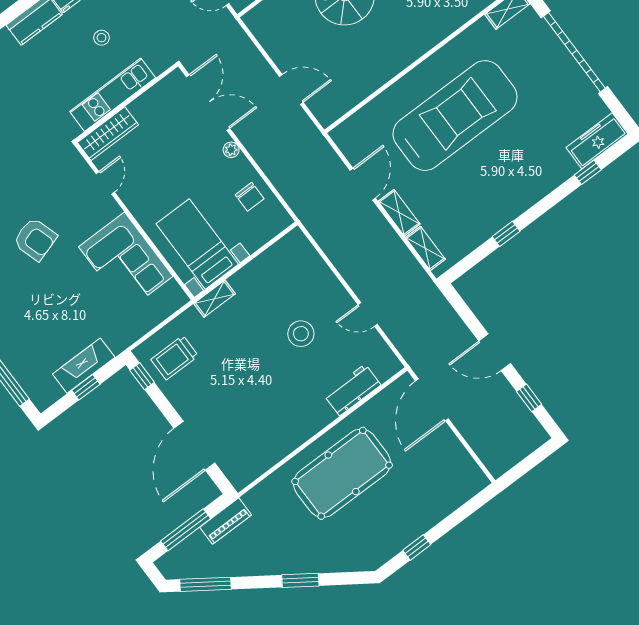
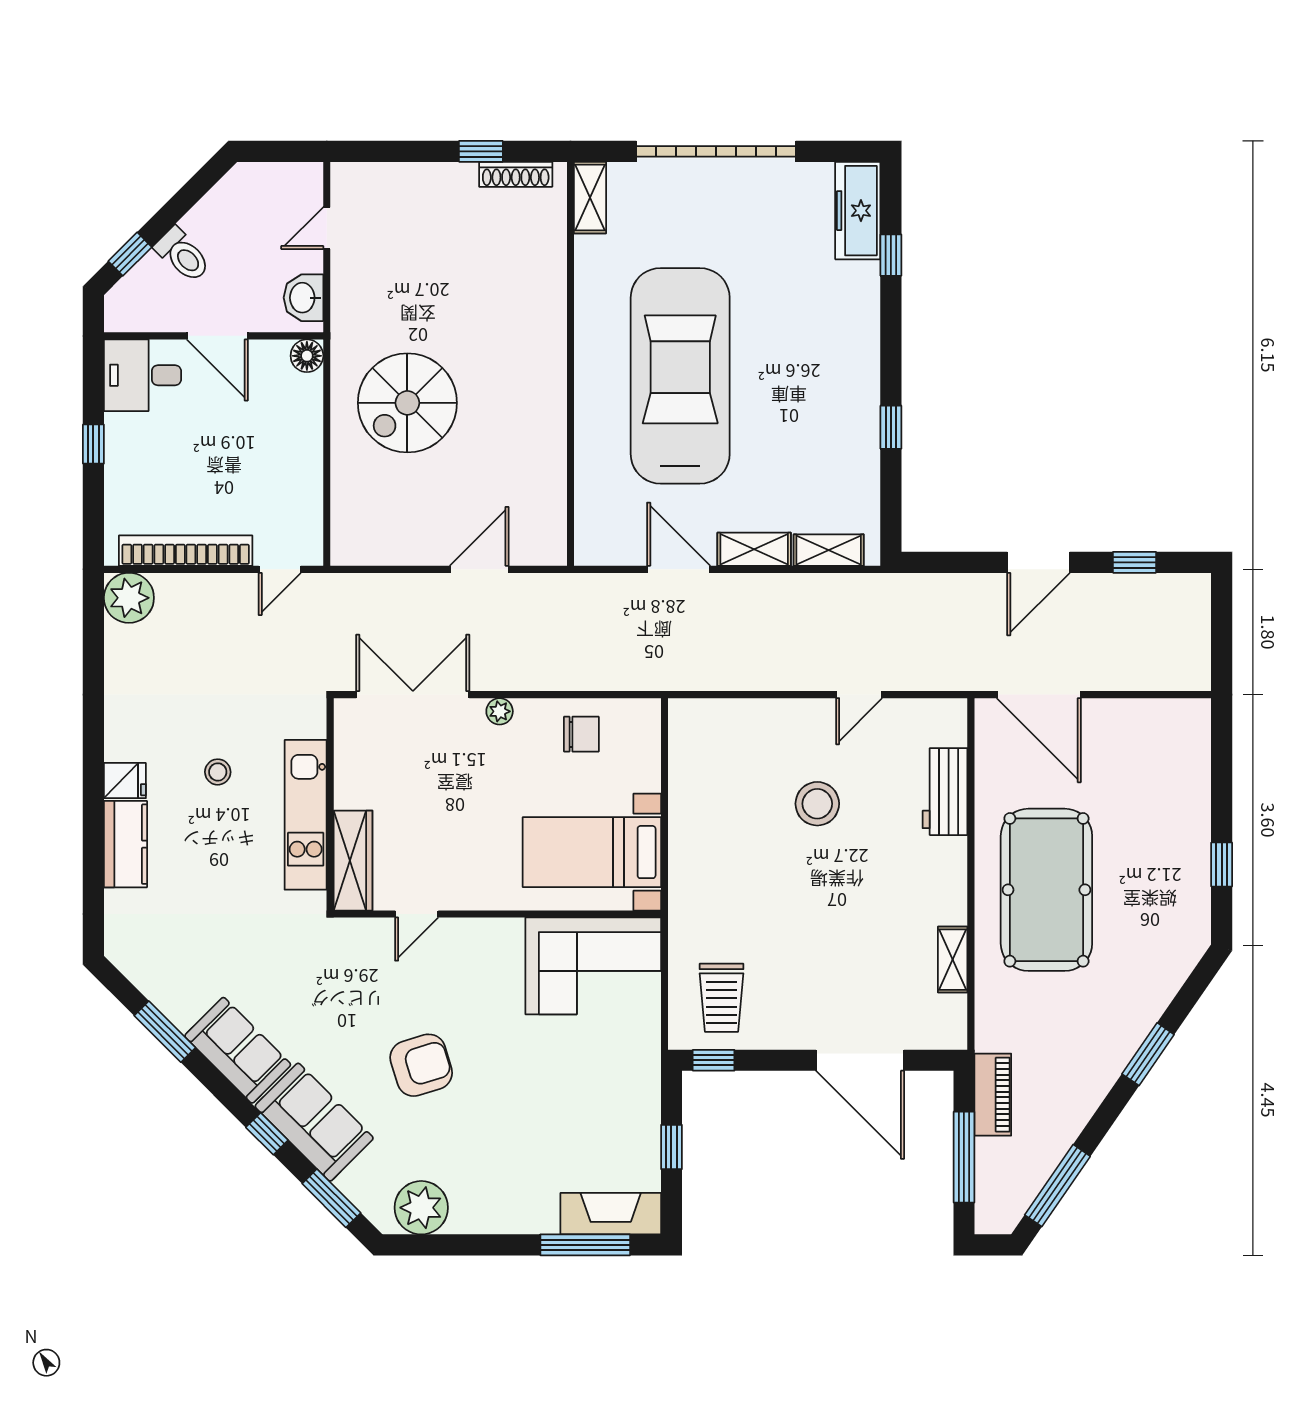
door: (105, 183) -> (417, 914), swing flipped
corner sofa: (126, 261) -> (593, 966), moved
shelving: (215, 299) -> (953, 960), moved
fireplace: (84, 366) -> (611, 1214), moved, turned 90

